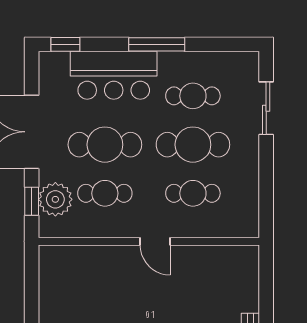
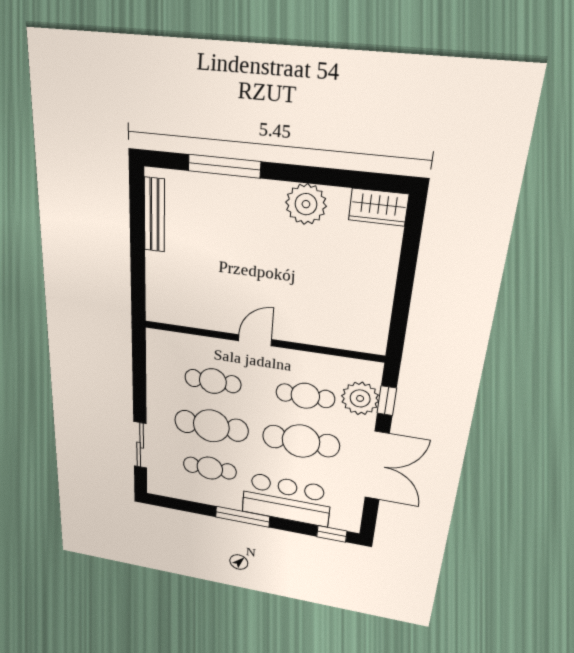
door: (155, 241) -> (255, 340), hinge flipped

